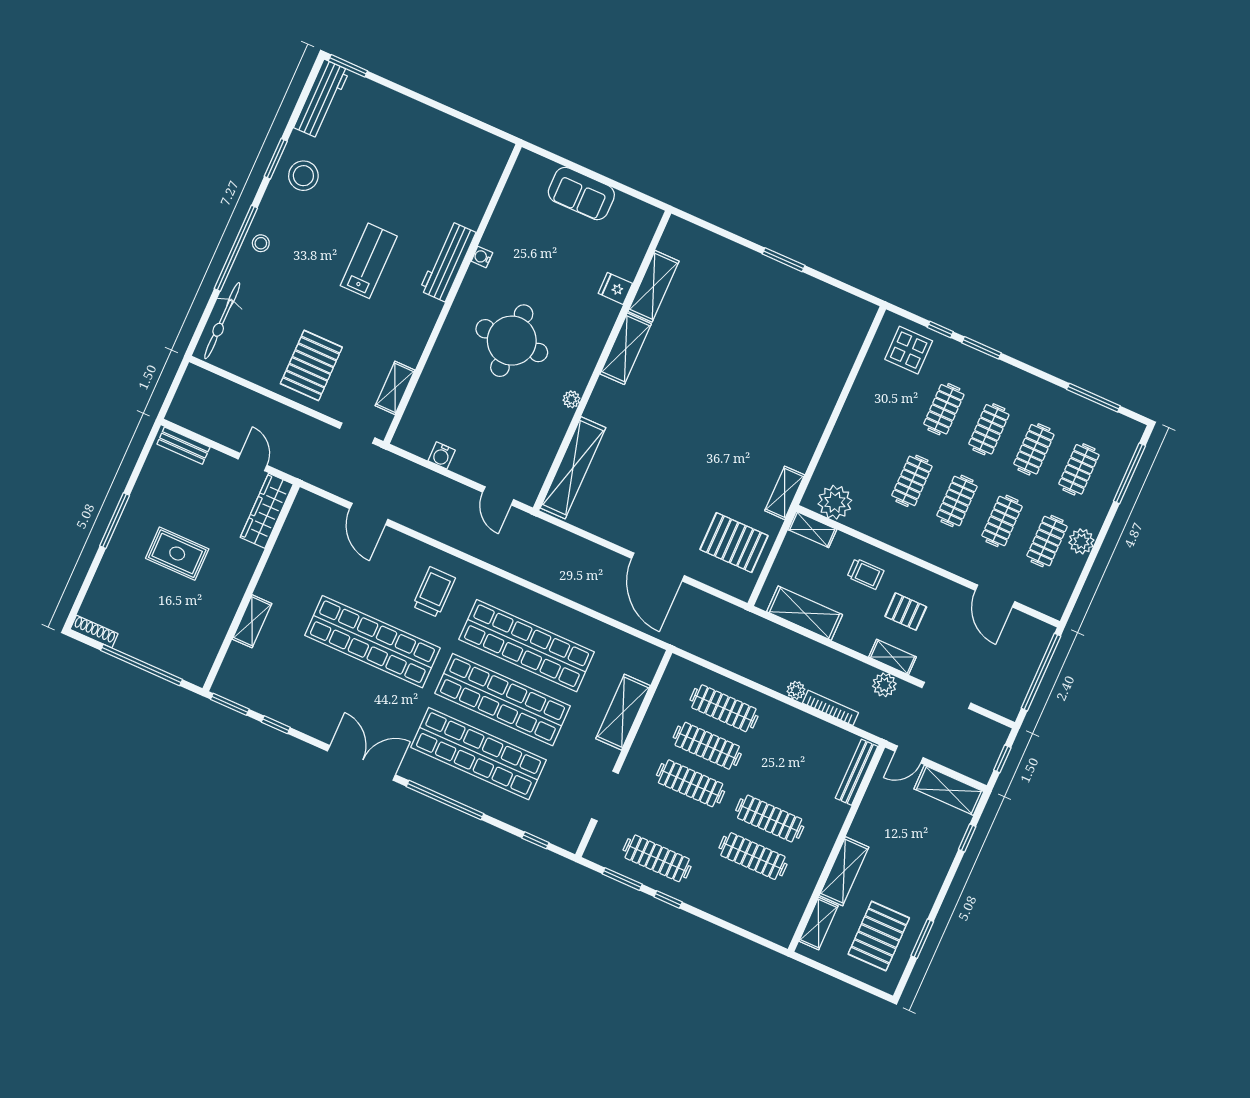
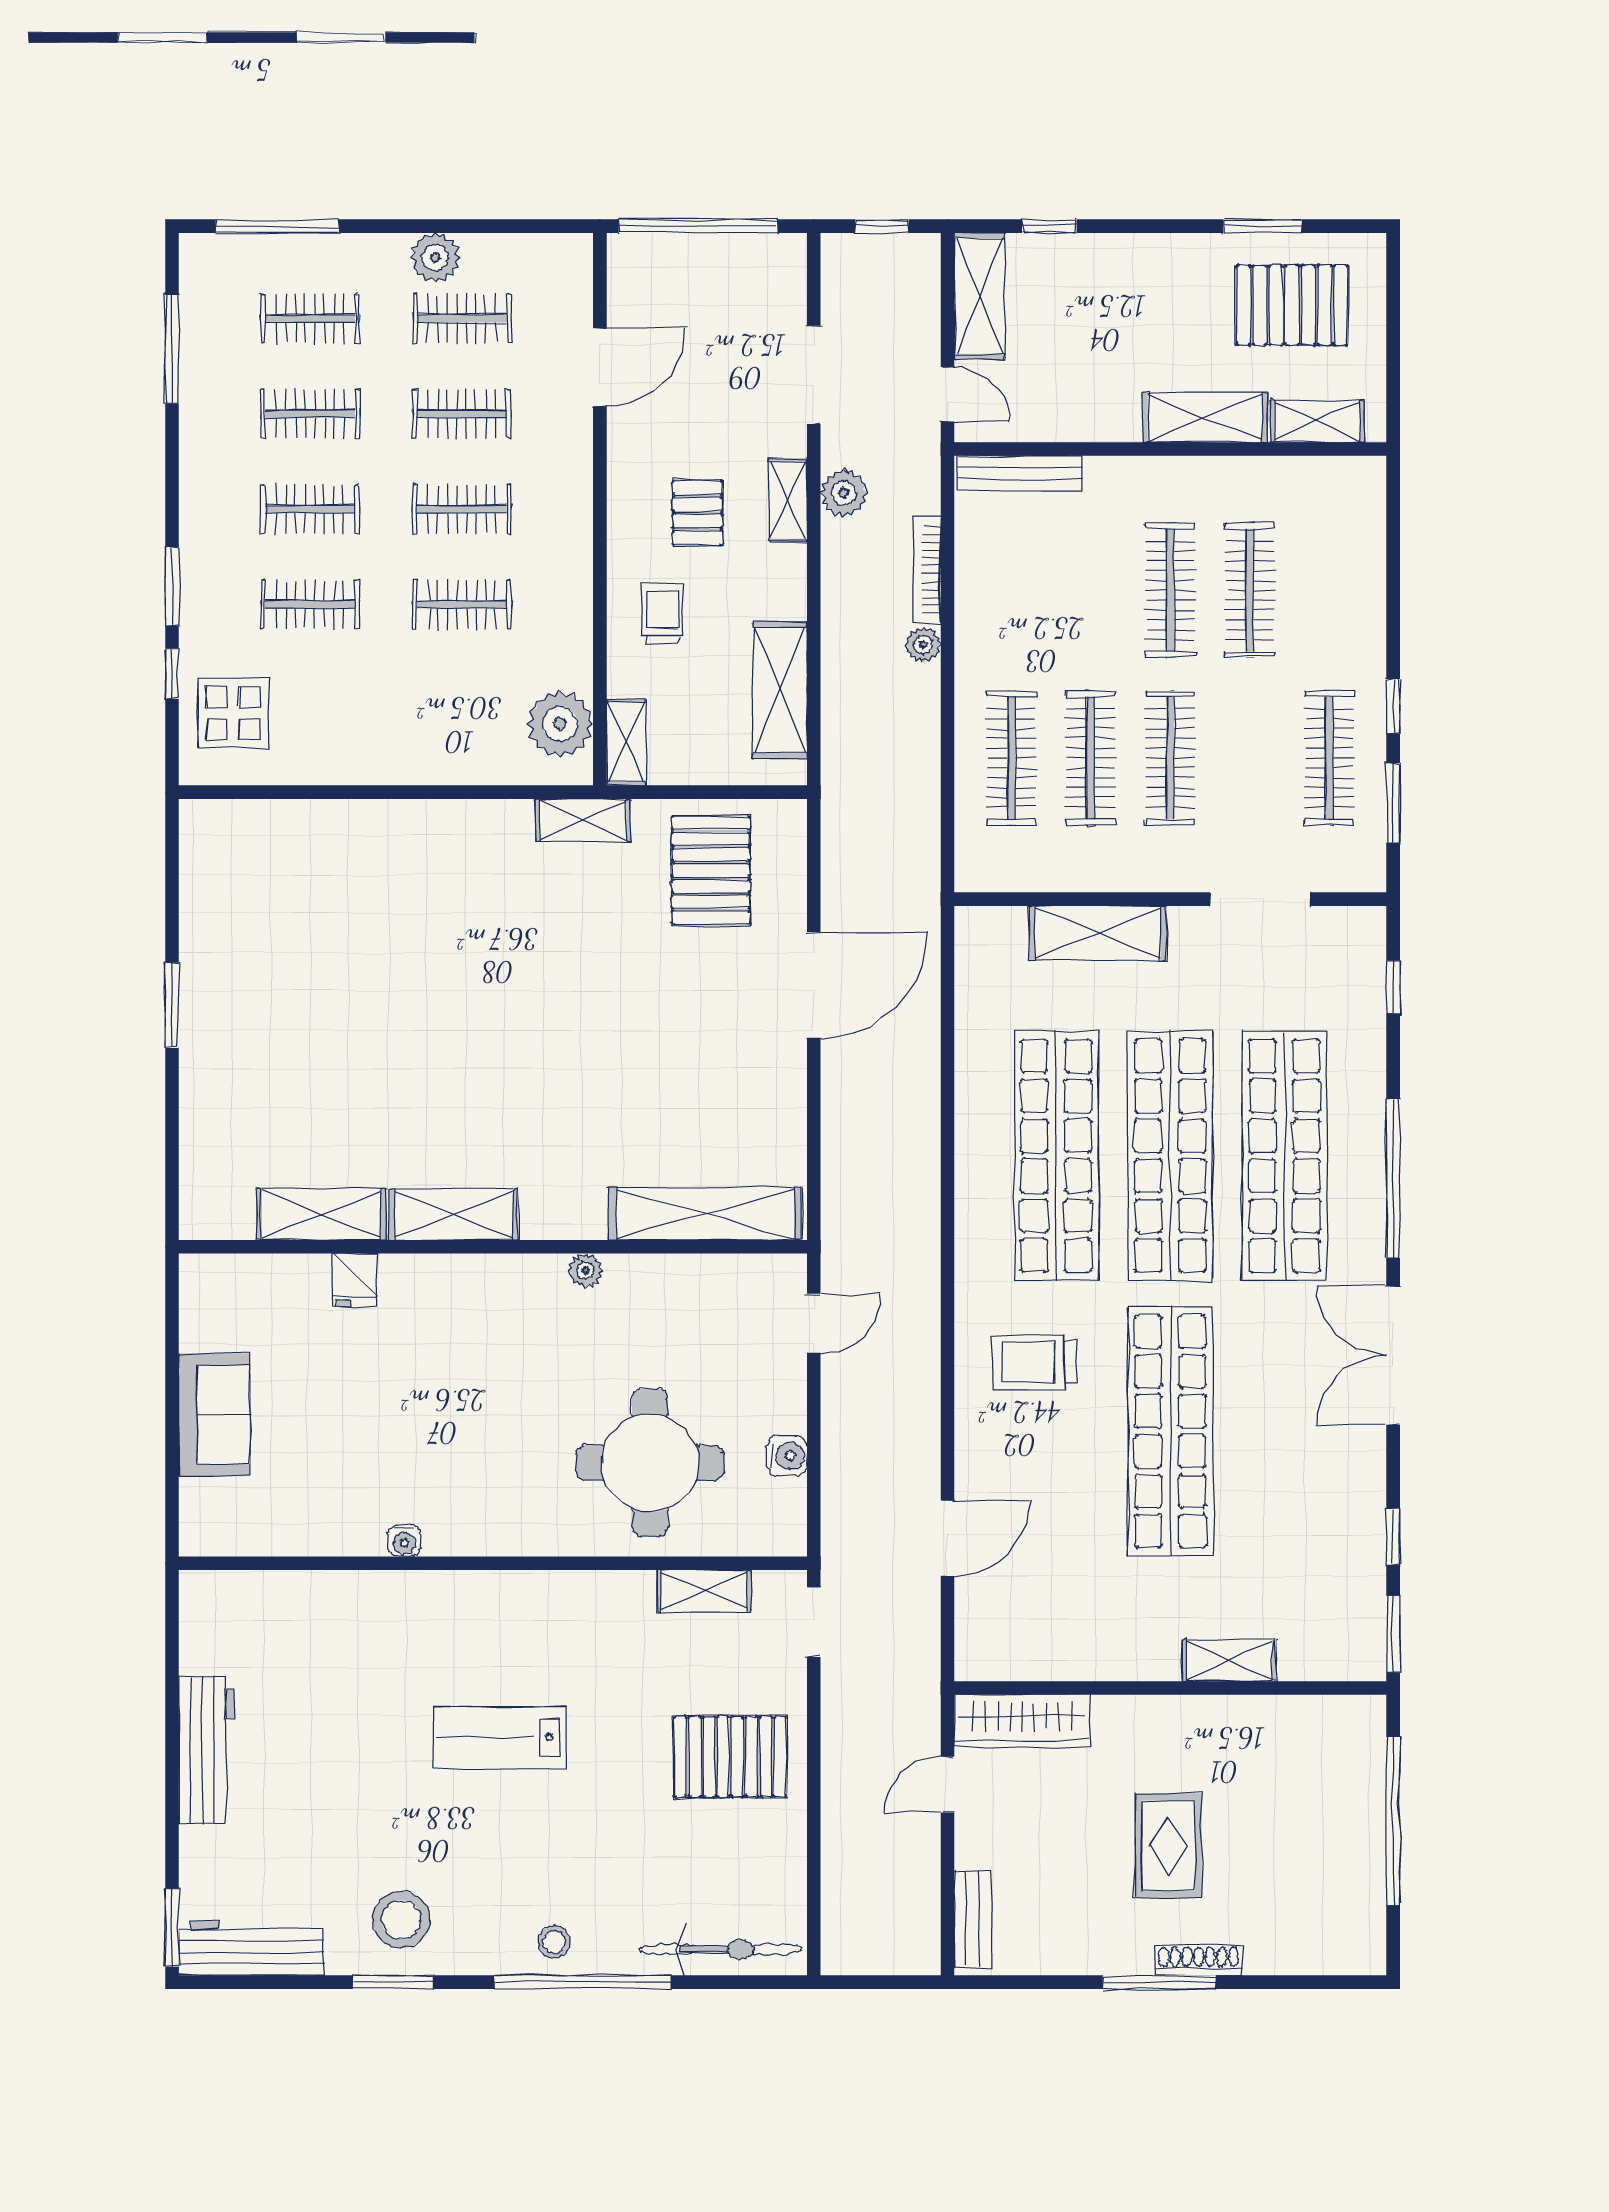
workbench: (448, 261) -> (206, 1751), moved, turned -90
round table: (512, 341) -> (650, 1463), moved
shoe rack: (94, 632) -> (1198, 1960), moved, turned 90

